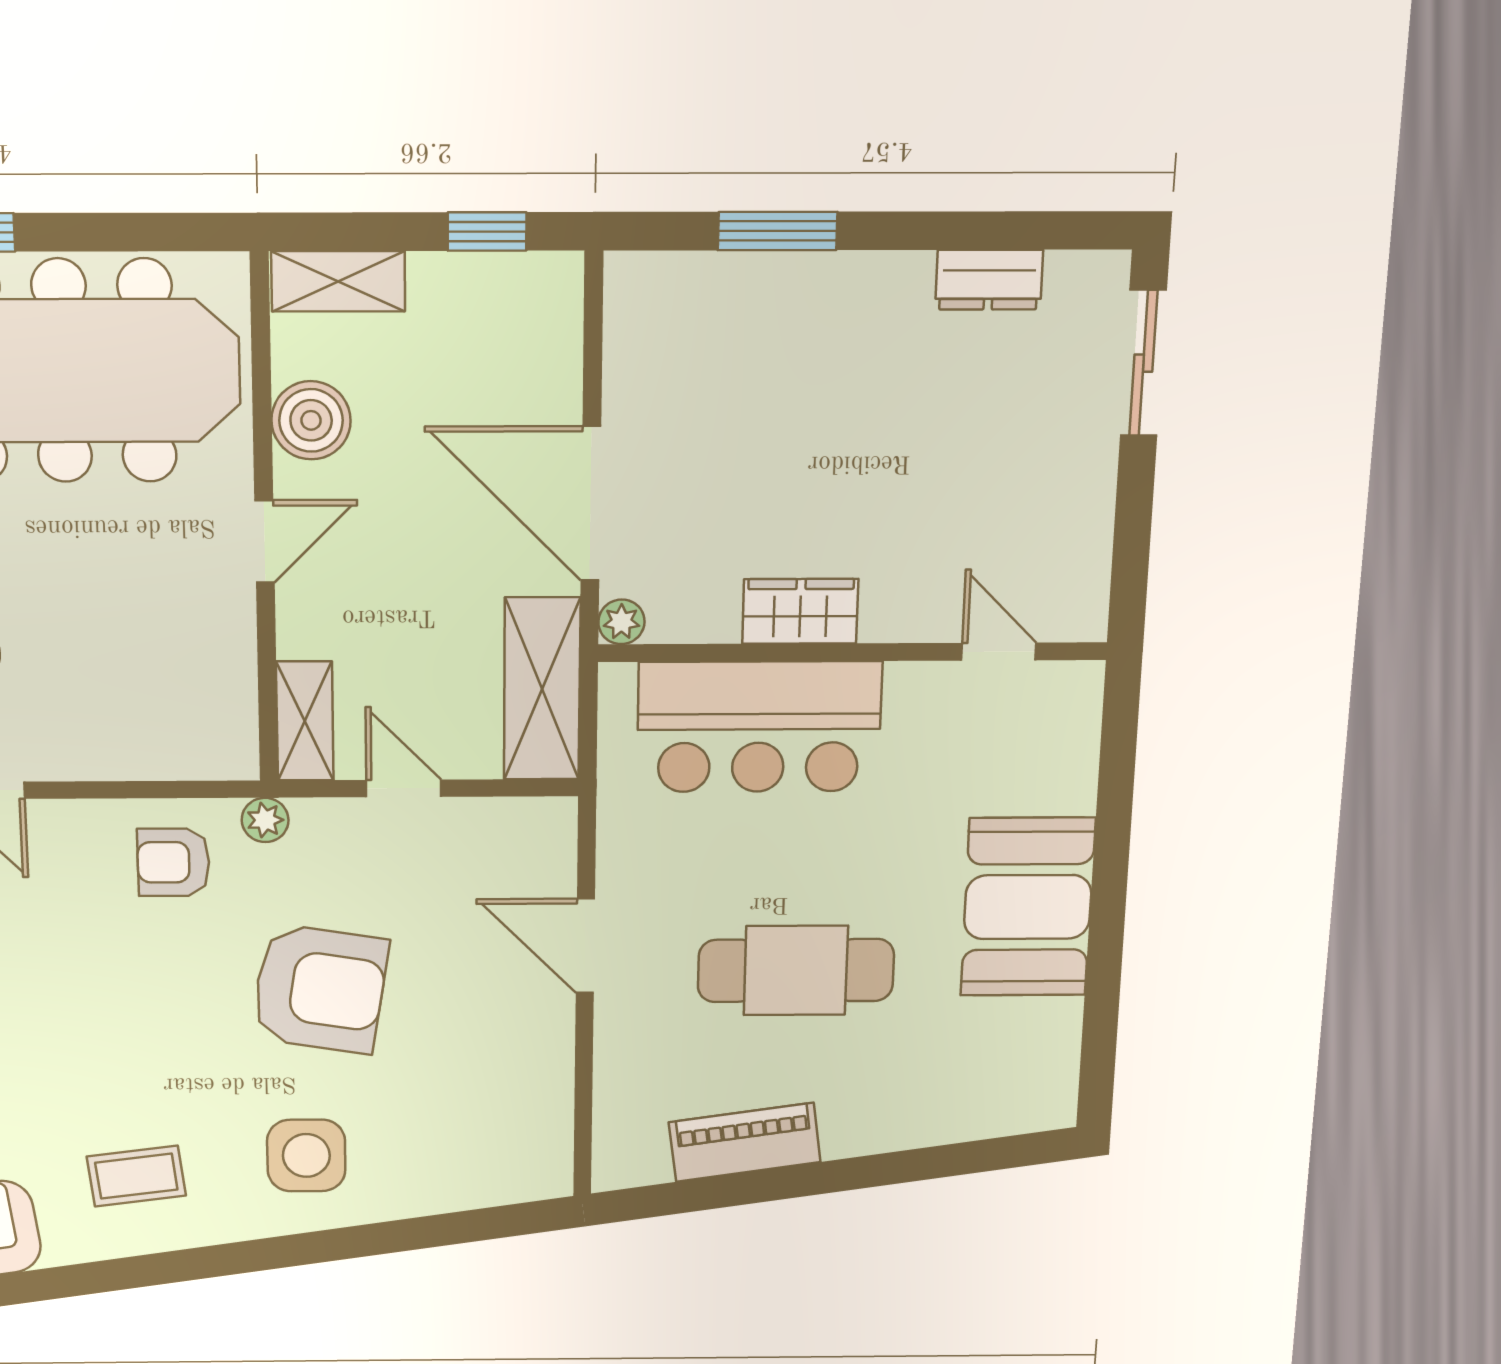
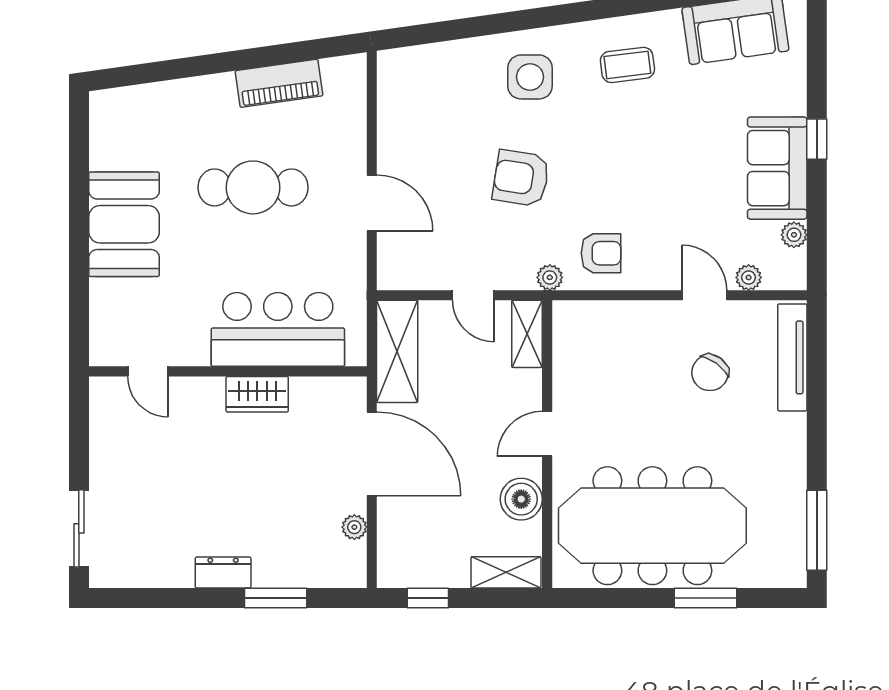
dresser: (989, 280) -> (223, 572), moved
plant: (621, 622) -> (354, 527), moved
armchair: (320, 989) -> (521, 178), width x0.73, depth x0.73

